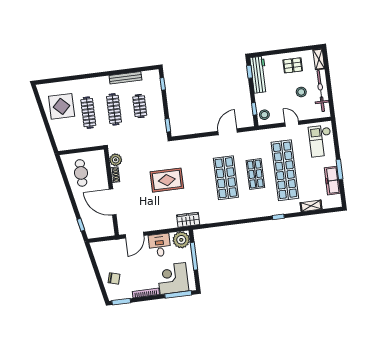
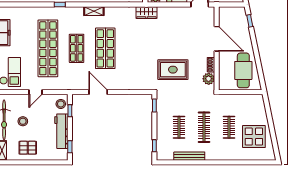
workbench: (259, 75) -> (61, 131), moved
clothes rail: (88, 113) -> (229, 127), width x0.73
door: (292, 124) -> (35, 92), hinge flipped
door: (228, 132) -> (98, 92), swing flipped
cafe table: (81, 173) -> (243, 70), width x1.37, depth x1.35
rug: (167, 180) -> (173, 70), moved
shelving: (311, 206) -> (94, 11), moved

